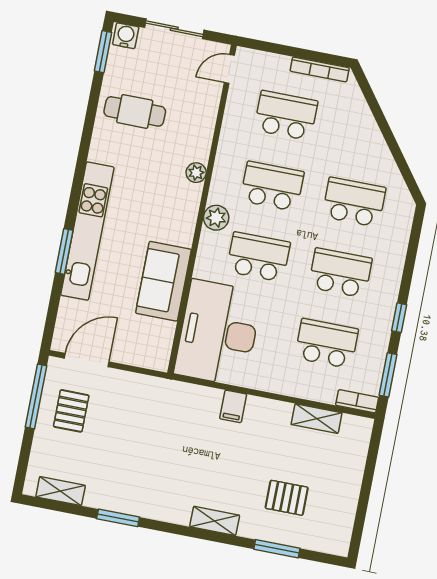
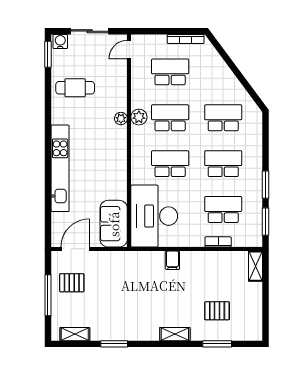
plant: (216, 218) -> (139, 117), moved
window: (64, 251) -> (48, 184), removed
sofa: (163, 281) -> (114, 224), moved
window: (399, 318) -> (265, 185), width x1.50
window: (36, 396) -> (48, 295), moved
bookcase: (357, 401) -> (218, 242), moved
pallet: (71, 411) -> (72, 283), turned 90
shelving: (317, 419) -> (256, 266), moved, turned 90

